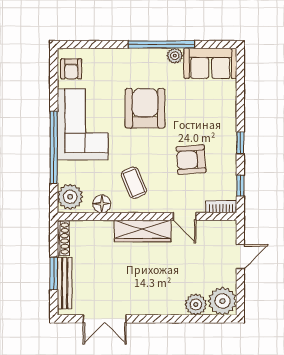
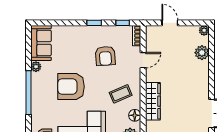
window: (162, 44) -> (28, 93), moved
wardrobe: (143, 231) -> (153, 101), moved
plant: (222, 301) -> (204, 30), width x0.53, depth x0.53

